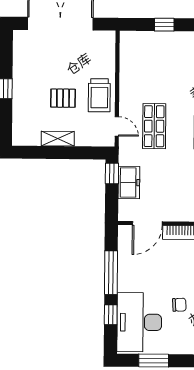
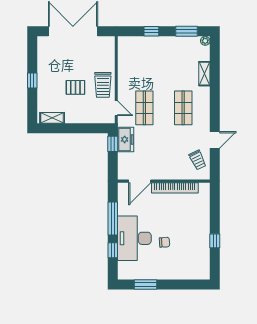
shelving: (58, 139) -> (52, 118), moved
freezer: (129, 183) -> (126, 139), moved
desk: (139, 322) -> (134, 238), moved

